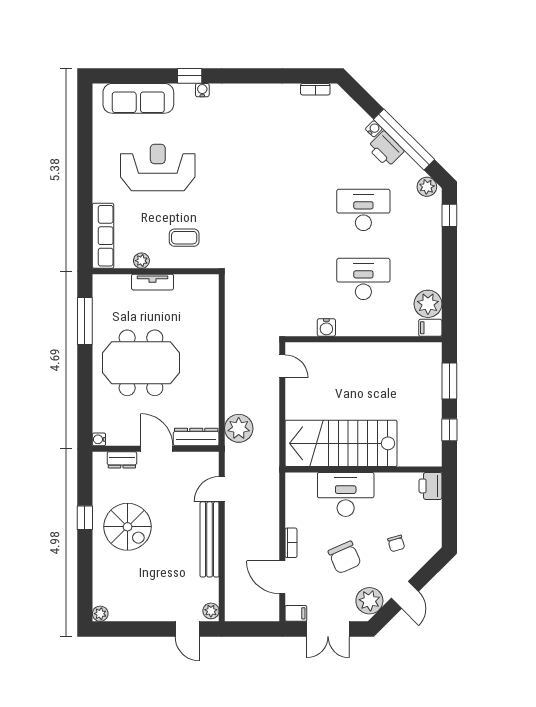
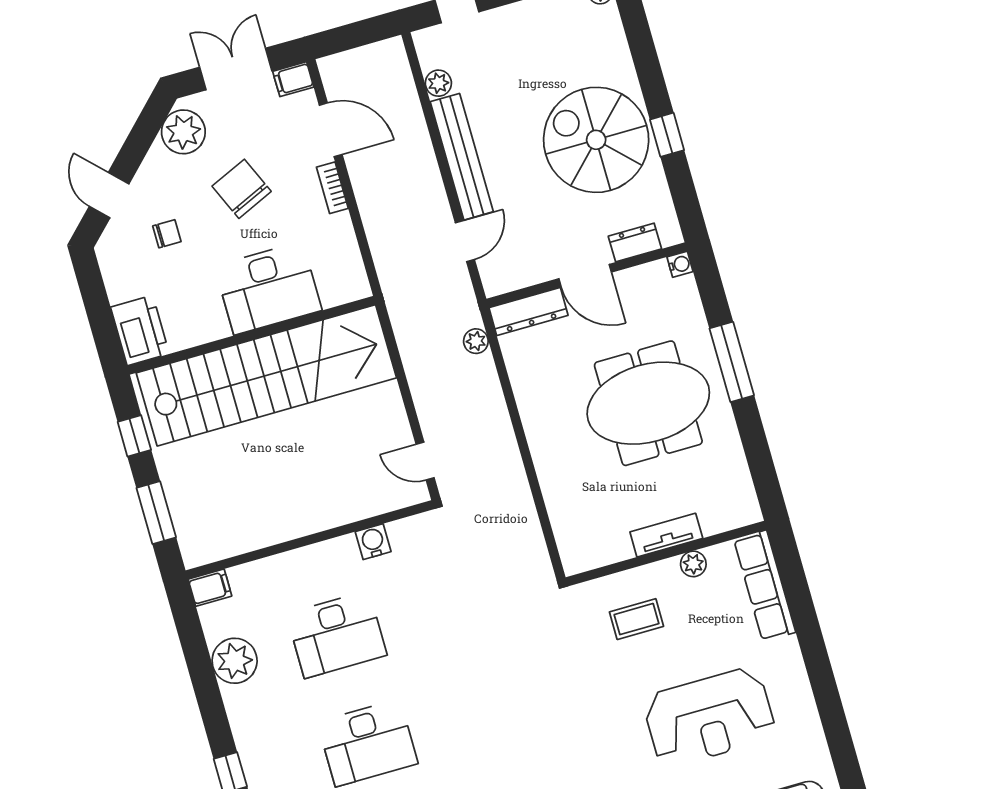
plant: (428, 304) -> (235, 661), moved
window: (85, 321) -> (732, 362), moved
plant: (239, 428) -> (476, 341), width x0.53, depth x0.53
stairs: (341, 443) -> (266, 375), width x1.36
printer: (430, 486) -> (140, 330), width x1.37, depth x1.19
spiral stairs: (128, 527) -> (596, 140), width x1.37, depth x1.37
chair: (396, 543) -> (167, 234), turned 106
door: (405, 595) -> (109, 195), moved
plant: (211, 611) -> (438, 83), moved

